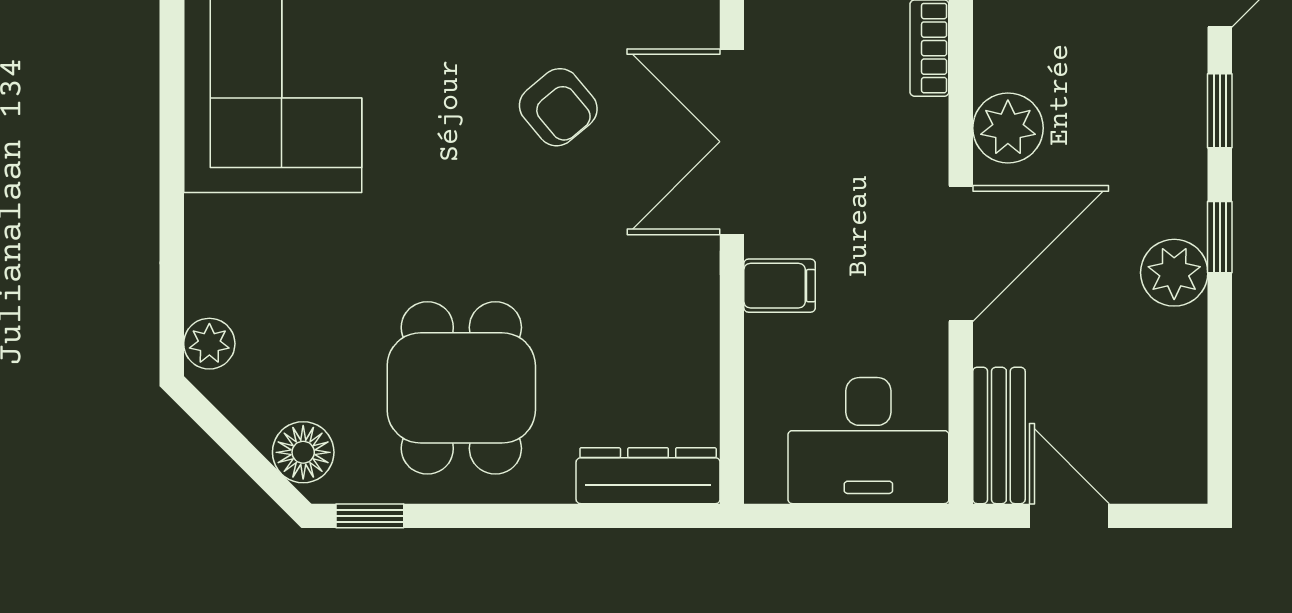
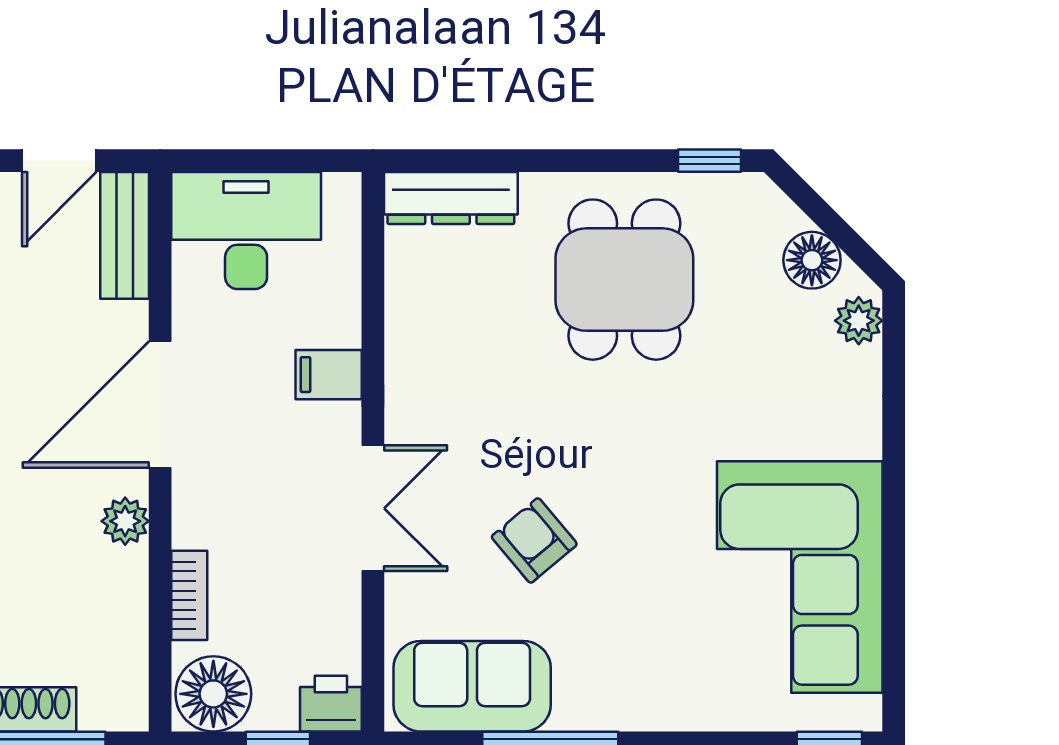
plant: (1008, 128) -> (125, 521), width x0.73, depth x0.73
double door: (732, 142) -> (373, 508), width x0.73
floor lamp: (303, 452) -> (812, 260), moved
door: (1069, 516) -> (59, 161), hinge flipped

